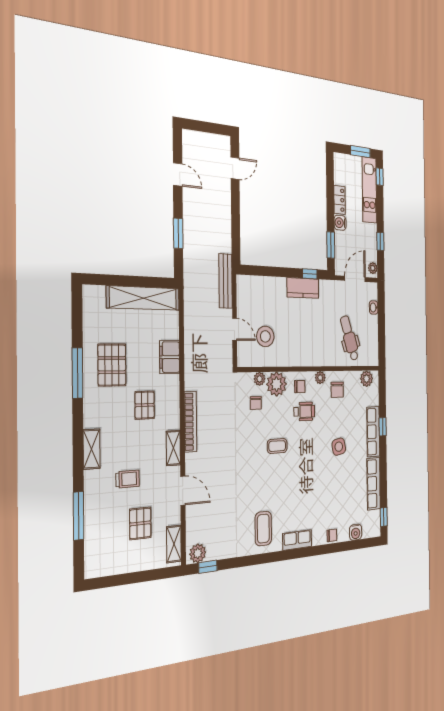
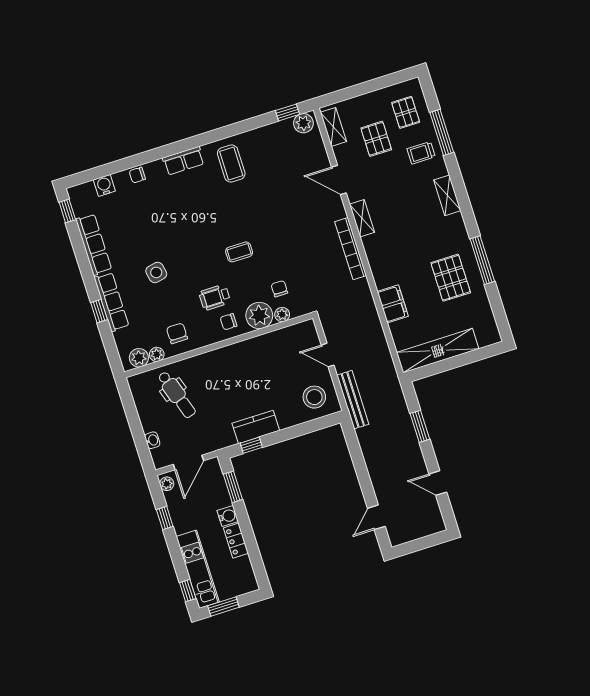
stool: (265, 336) -> (314, 397), moved
plant: (320, 378) -> (157, 354), moved
pallet: (145, 405) -> (406, 112), moved
trolley: (128, 479) -> (421, 153), moved

